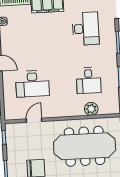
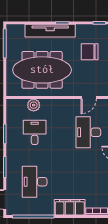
desk: (32, 84) -> (88, 132), turned -90

